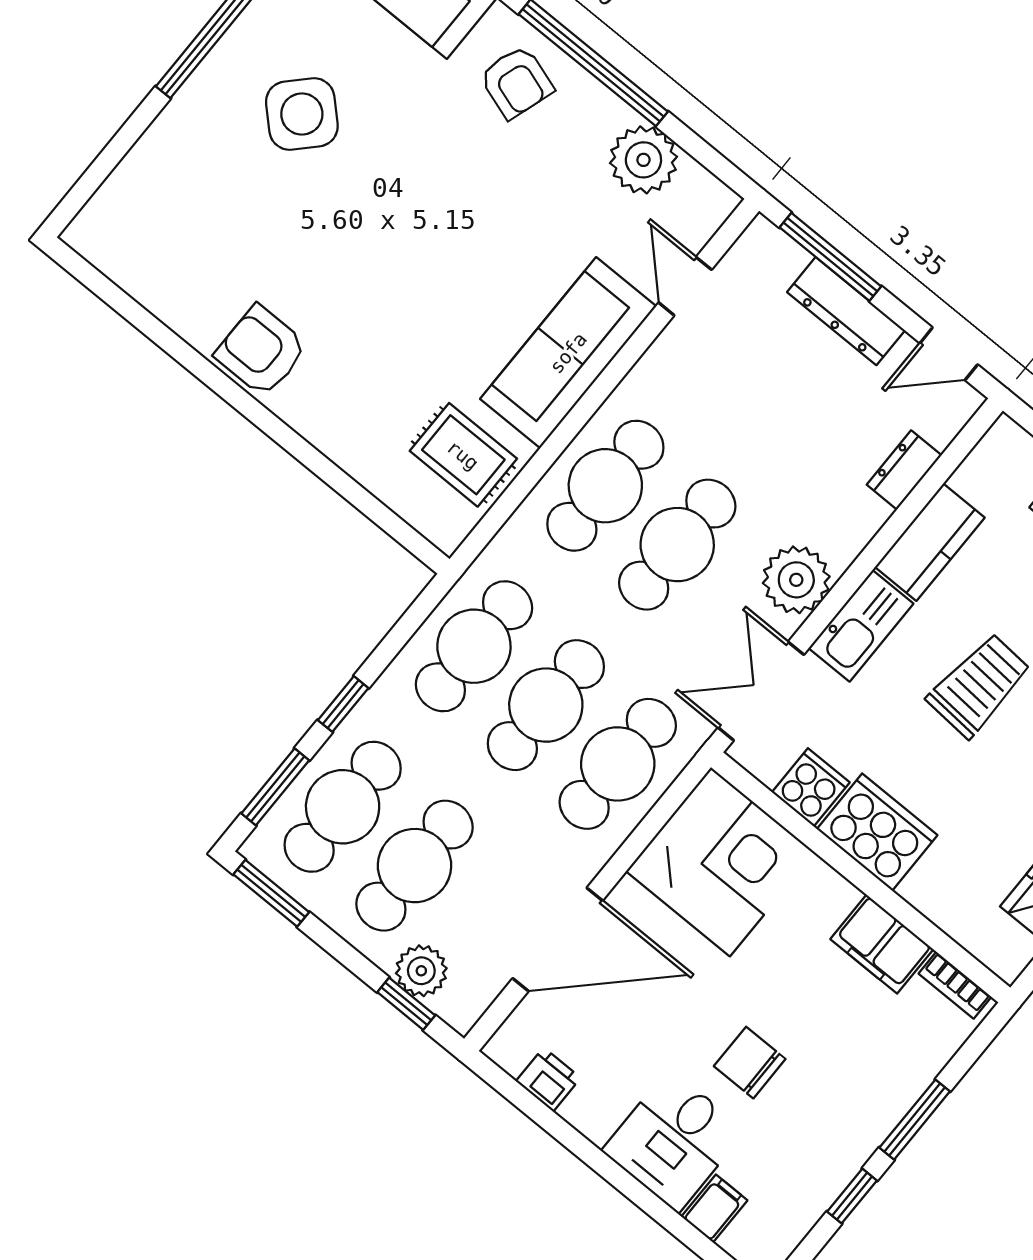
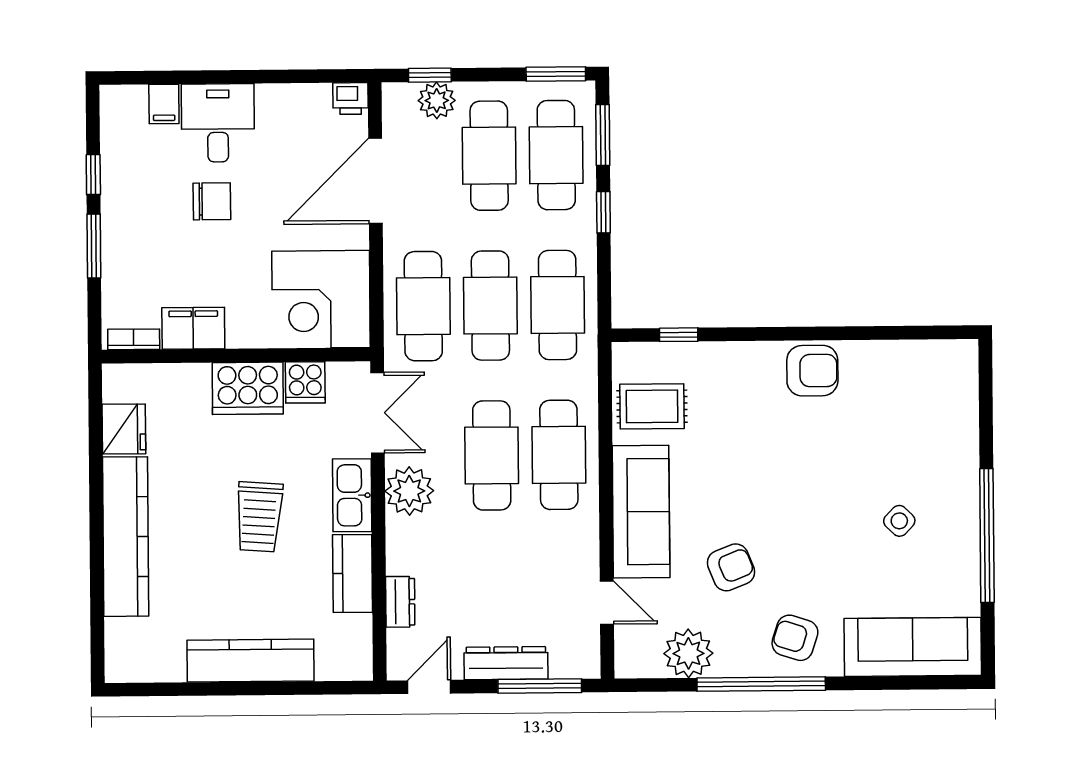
side table: (302, 114) -> (899, 521), width x0.54, depth x0.54
armchair: (522, 214) -> (731, 567), added
window: (372, 507) -> (679, 335), added
printer: (548, 1080) -> (350, 98), moved

